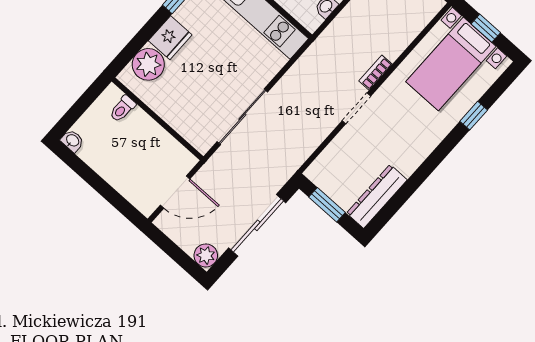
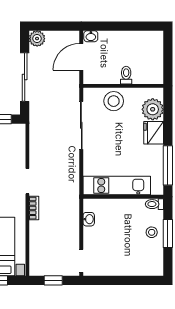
toilet: (122, 109) -> (126, 75), moved
stool: (183, 112) -> (114, 101), added
washbasin: (72, 141) -> (91, 36), moved

